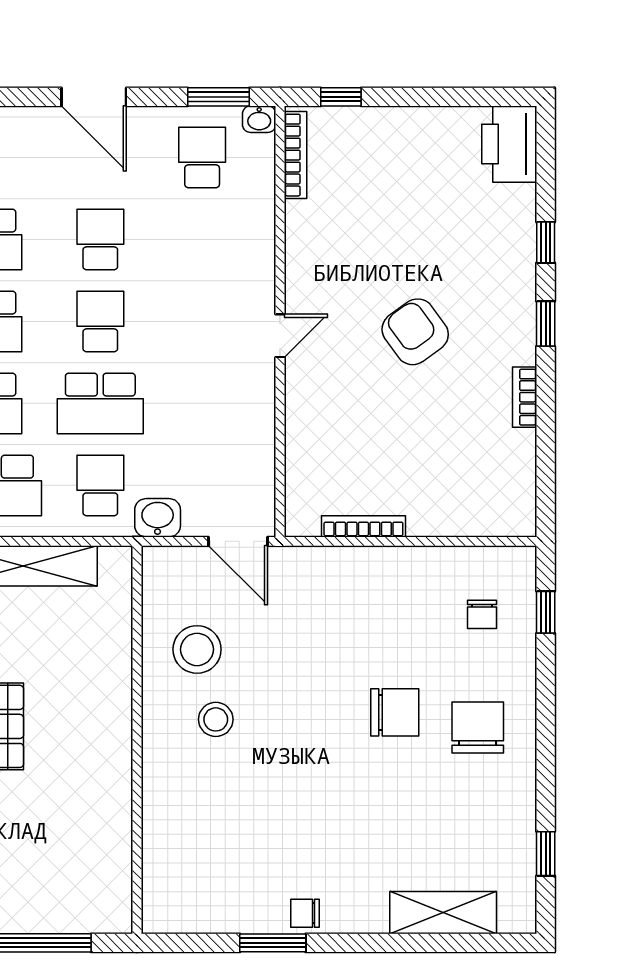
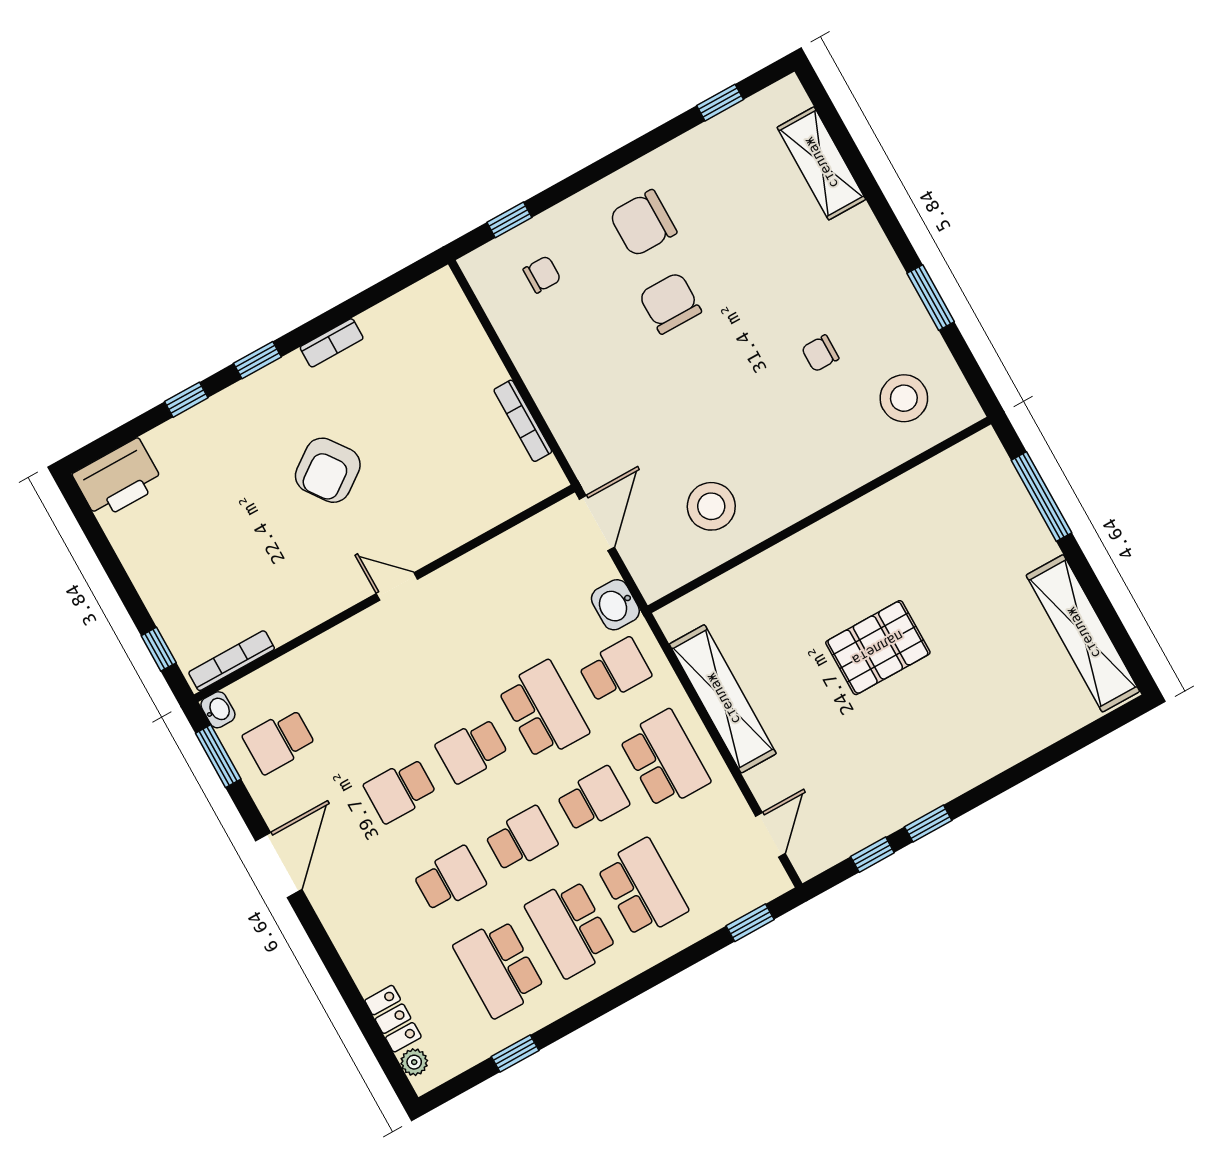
school desk: (100, 485) -> (615, 671), turned 180
stool: (216, 719) -> (904, 398), moved, width x1.38, depth x1.38
chair: (305, 913) -> (820, 353), moved, turned 90

